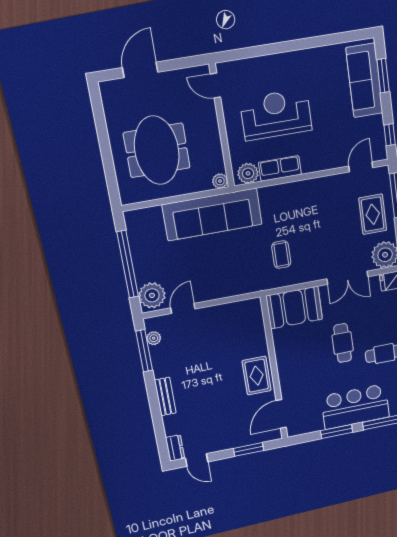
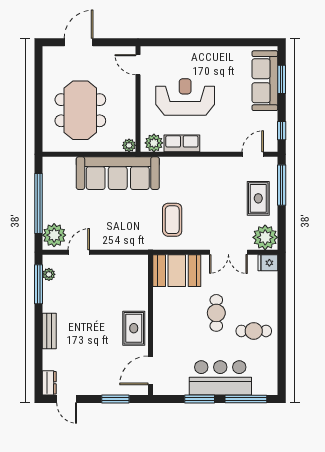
coffee table: (281, 255) -> (172, 220), width x1.36, depth x1.30

